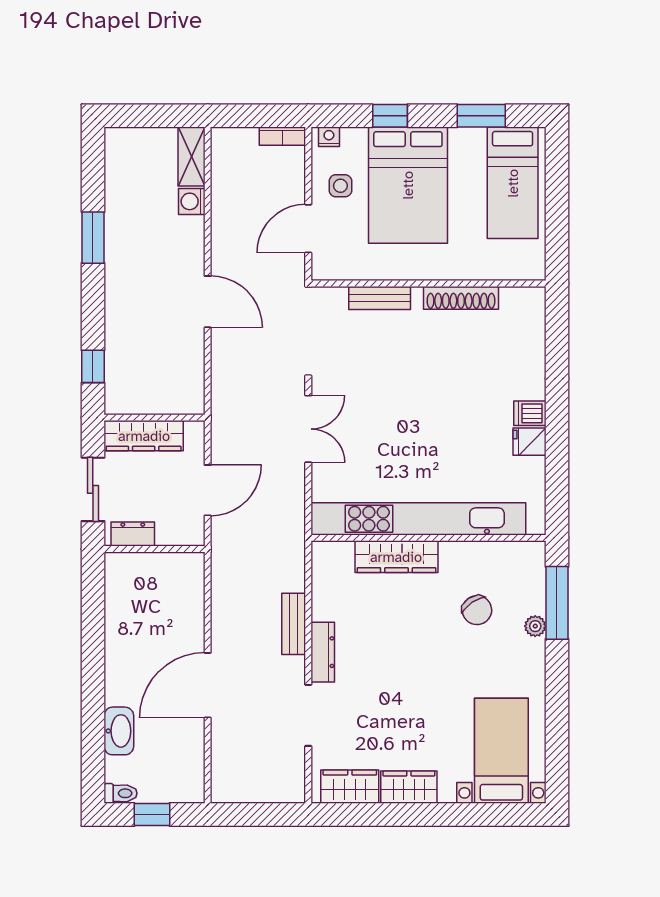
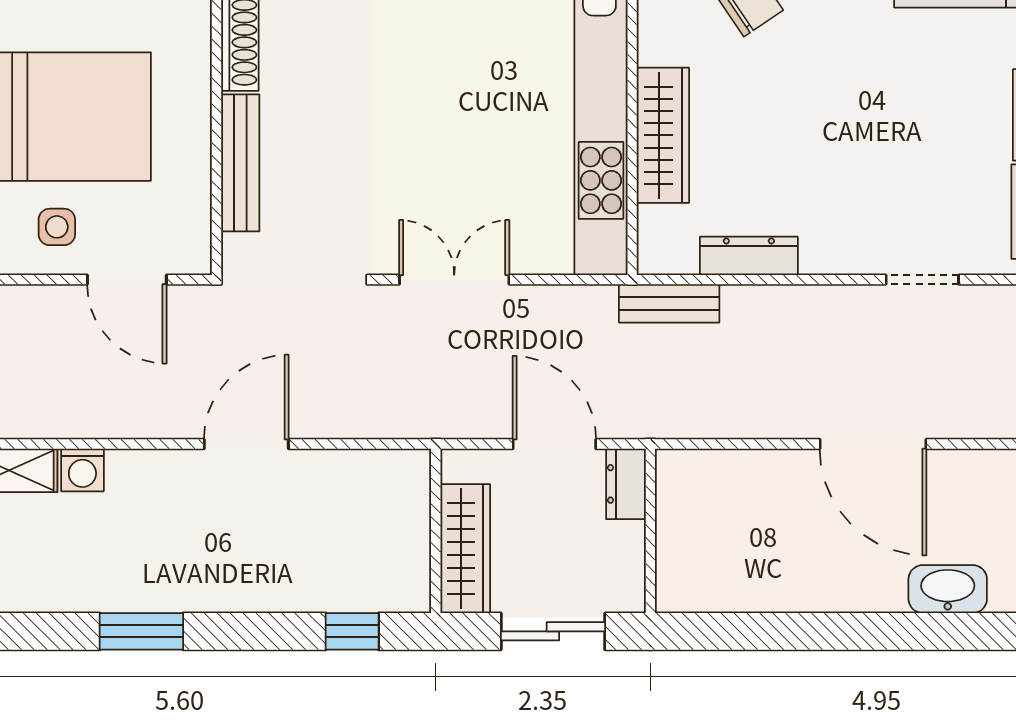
bench: (380, 298) -> (240, 163), width x1.36
dresser: (133, 534) -> (626, 484), moved
bench: (294, 624) -> (669, 303), moved
dresser: (323, 652) -> (749, 256), moved
doorway: (308, 715) -> (922, 280), width x0.73

